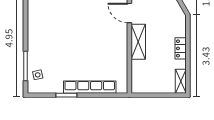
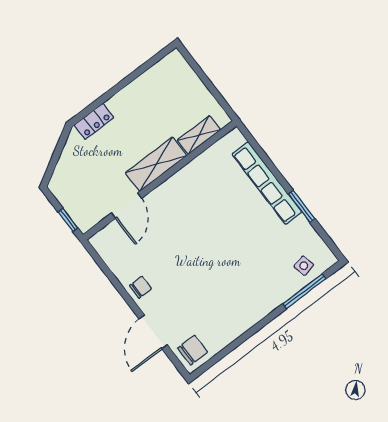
locker: (181, 48) -> (94, 121), moved
shelving: (181, 81) -> (199, 135), moved

